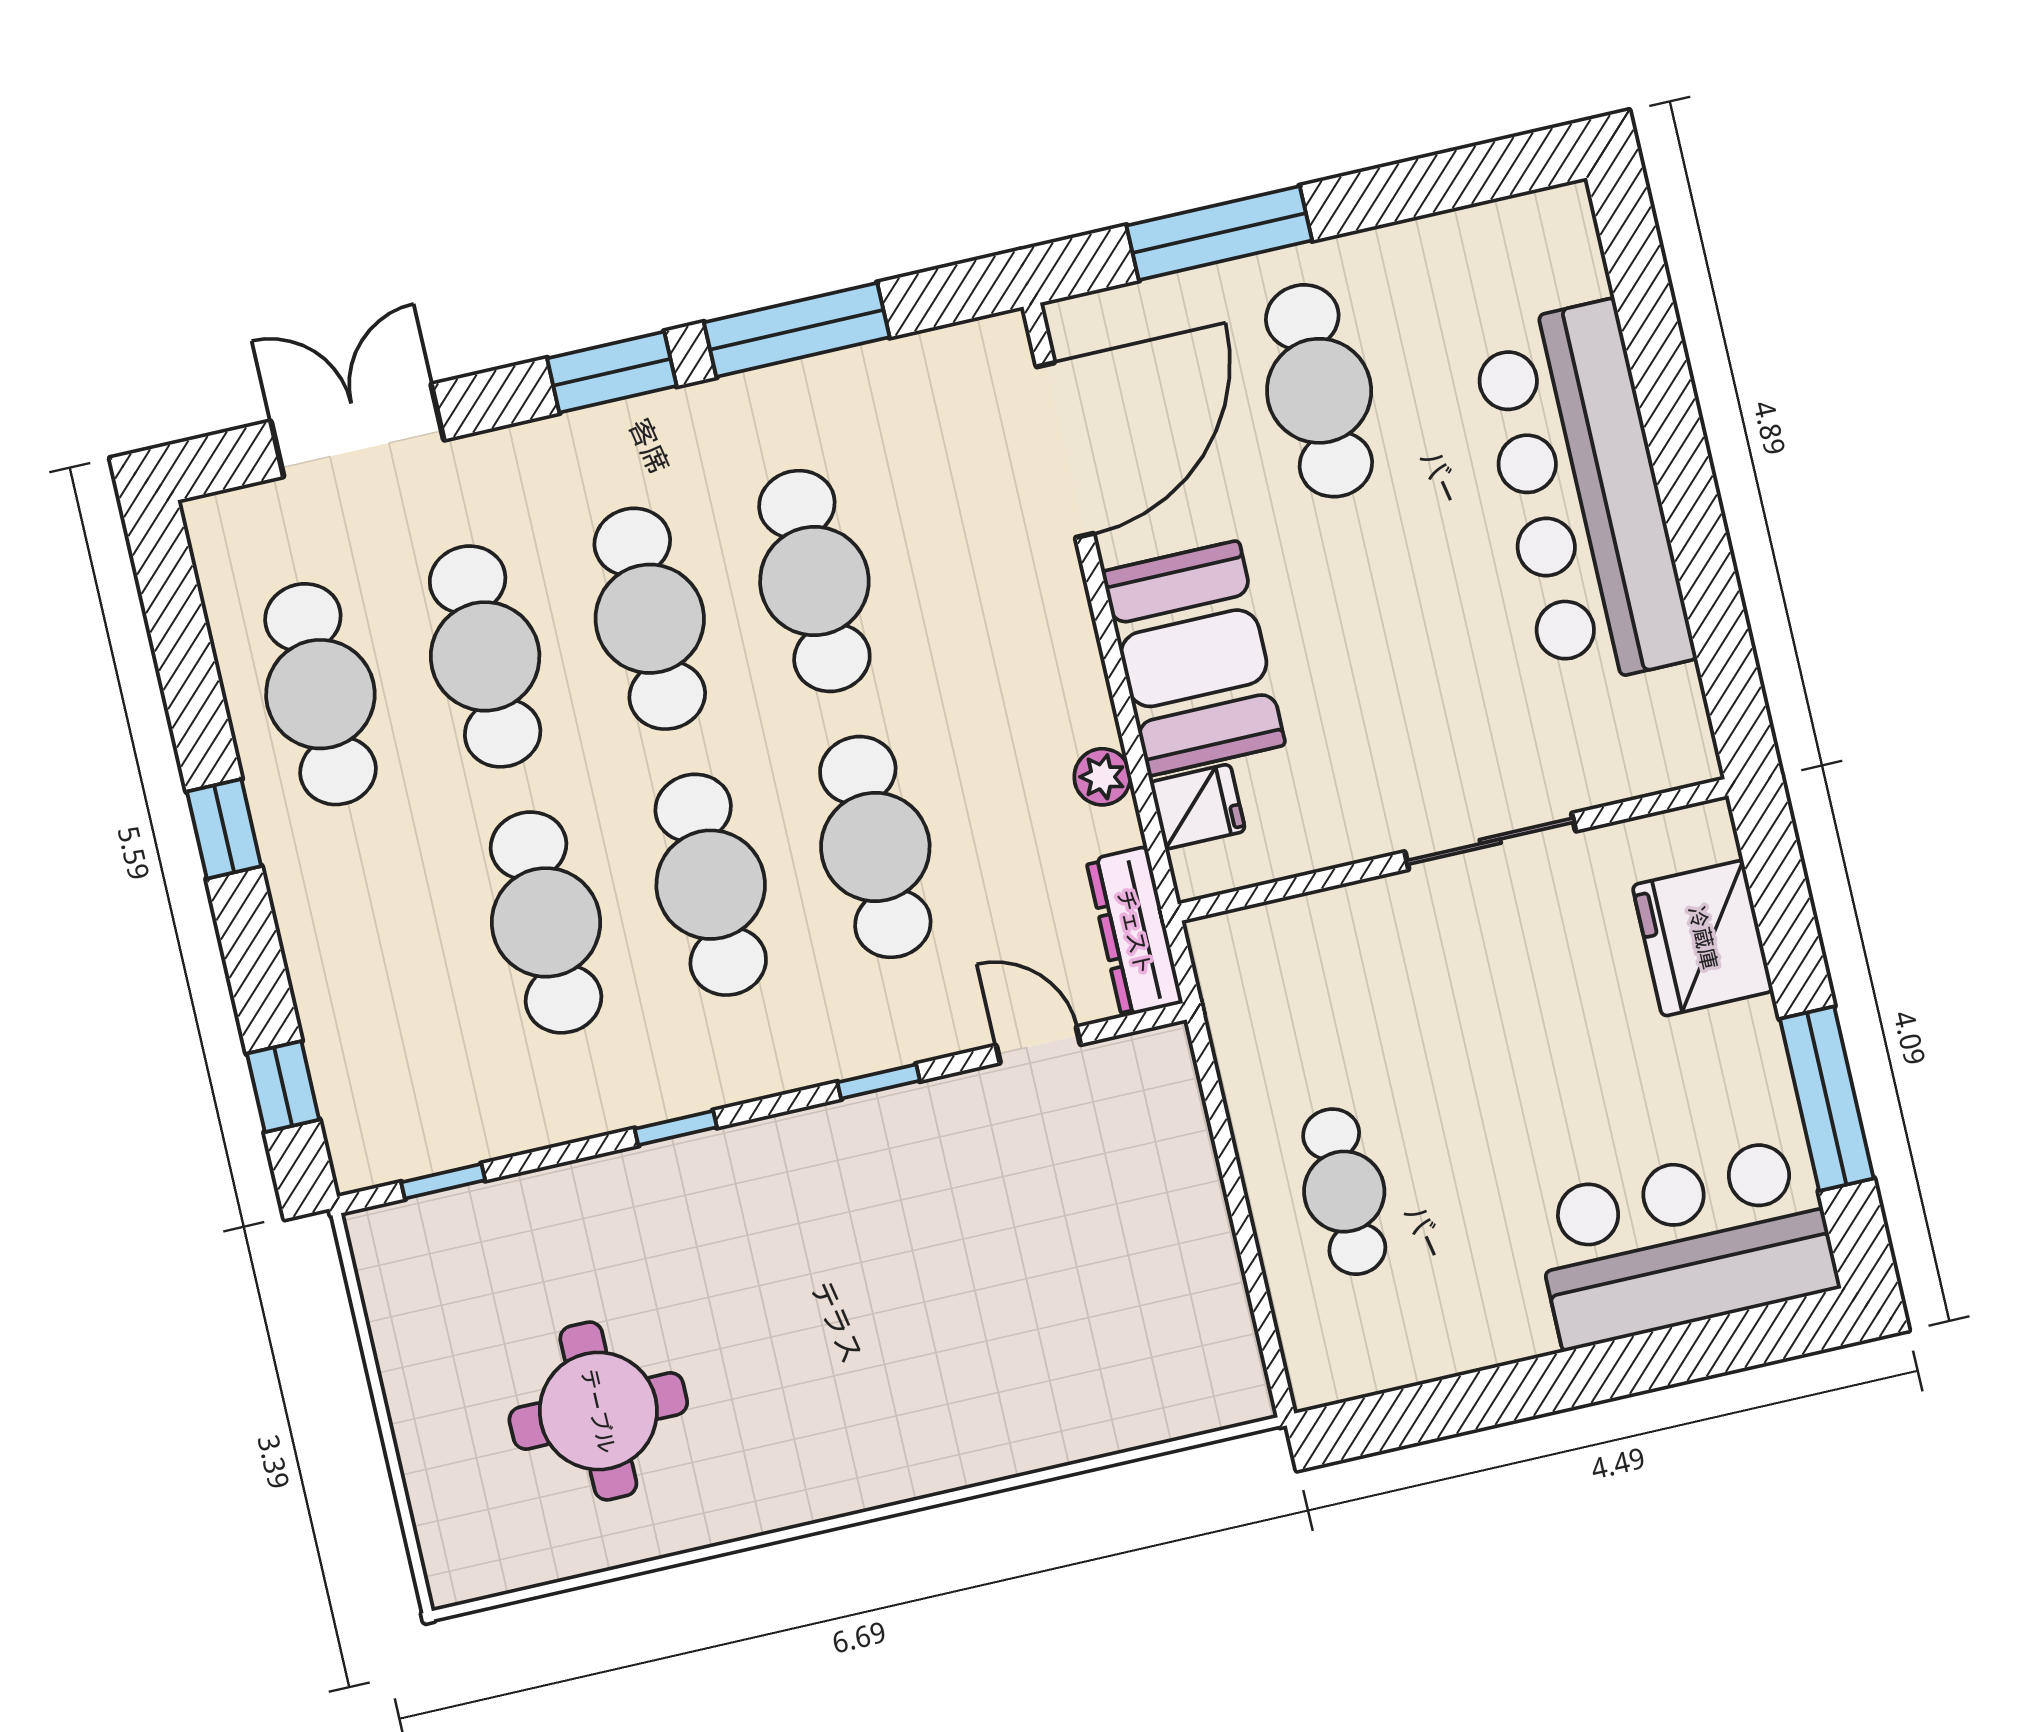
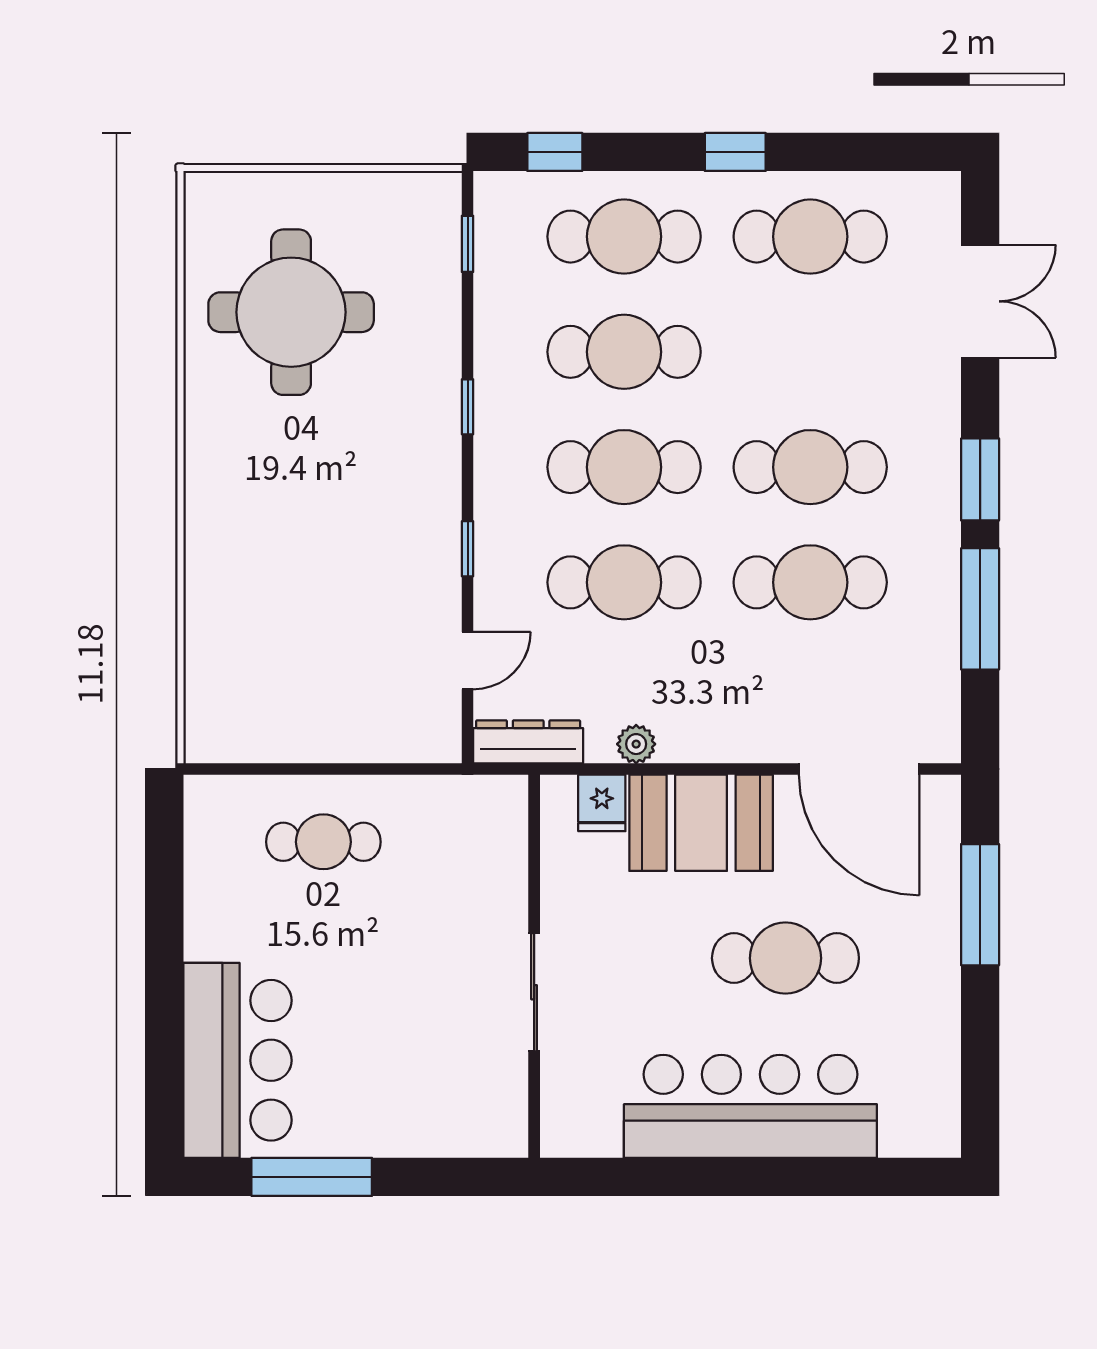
cafe table: (1319, 391) -> (785, 958), moved
cafe table: (485, 656) -> (624, 237), moved
fridge: (1703, 938) -> (437, 1119), removed
round table: (598, 1411) -> (291, 312), width x1.36, depth x1.36

